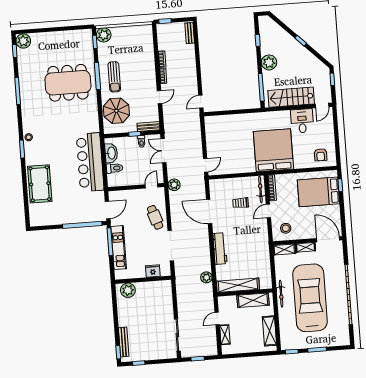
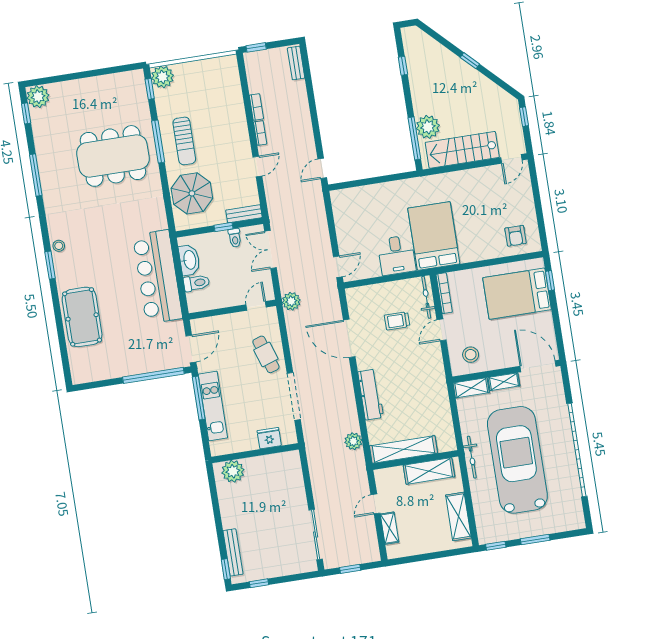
plant: (269, 62) -> (428, 127), moved
desk: (302, 121) -> (397, 255), moved, turned 180
bed: (273, 150) -> (434, 236), width x0.73

